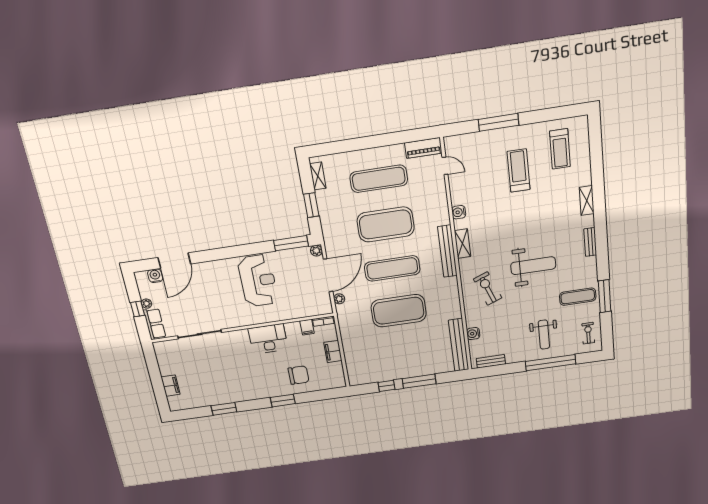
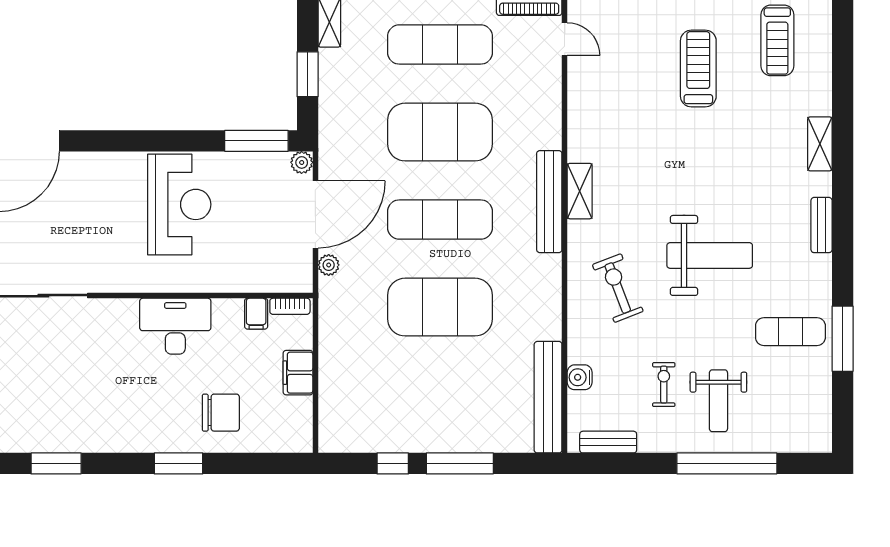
water cooler: (459, 212) -> (580, 130), removed
exercise bike: (588, 333) -> (664, 385), moved

